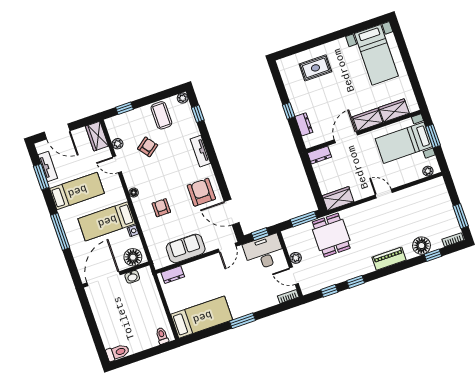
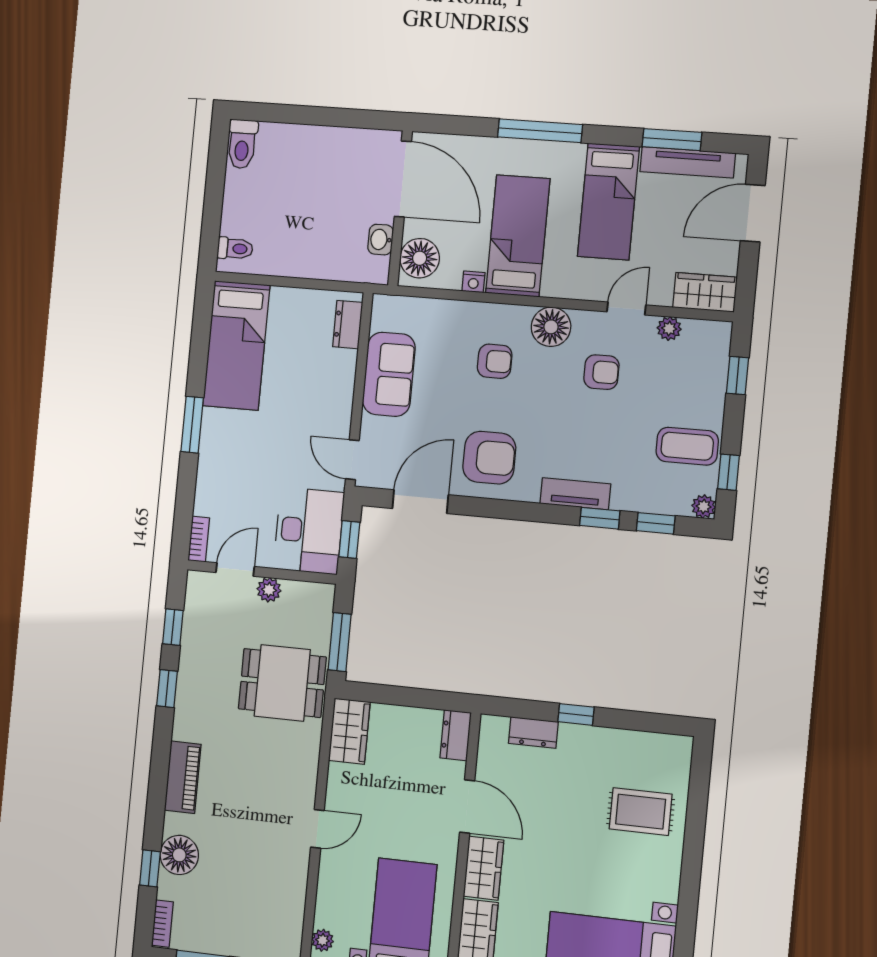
rug: (315, 68) -> (641, 812), turned 90
window: (165, 94) -> (728, 472), added
window: (206, 137) -> (600, 518), added
armchair: (148, 147) -> (601, 372), moved, turned -53
tv unit: (48, 166) -> (688, 162), width x1.41
floor lamp: (134, 193) -> (551, 327), width x1.89, depth x1.89

